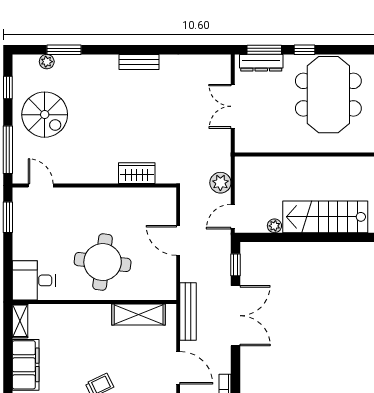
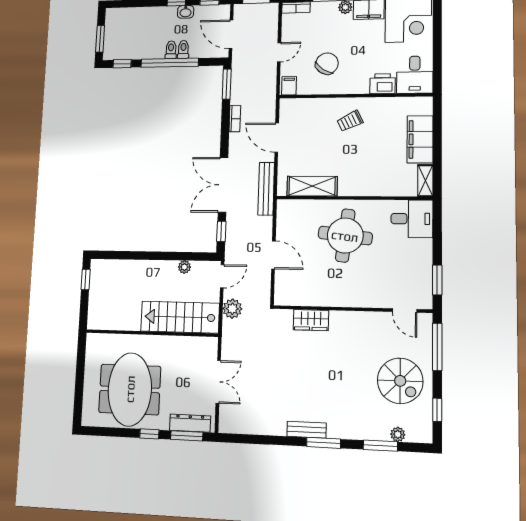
window: (121, 50) -> (324, 443), added
spiral stairs: (45, 115) -> (400, 381), turned 180
stairs: (325, 217) -> (180, 317), moved, turned 180

